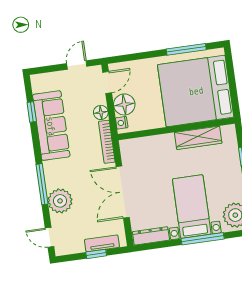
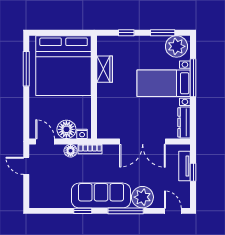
window: (32, 112) -> (83, 211), moved
sofa: (51, 126) -> (101, 196), moved
wardrobe: (198, 138) -> (105, 69), width x0.67
bookcase: (107, 142) -> (90, 149), width x0.64
door: (50, 237) -> (173, 211), swing flipped

